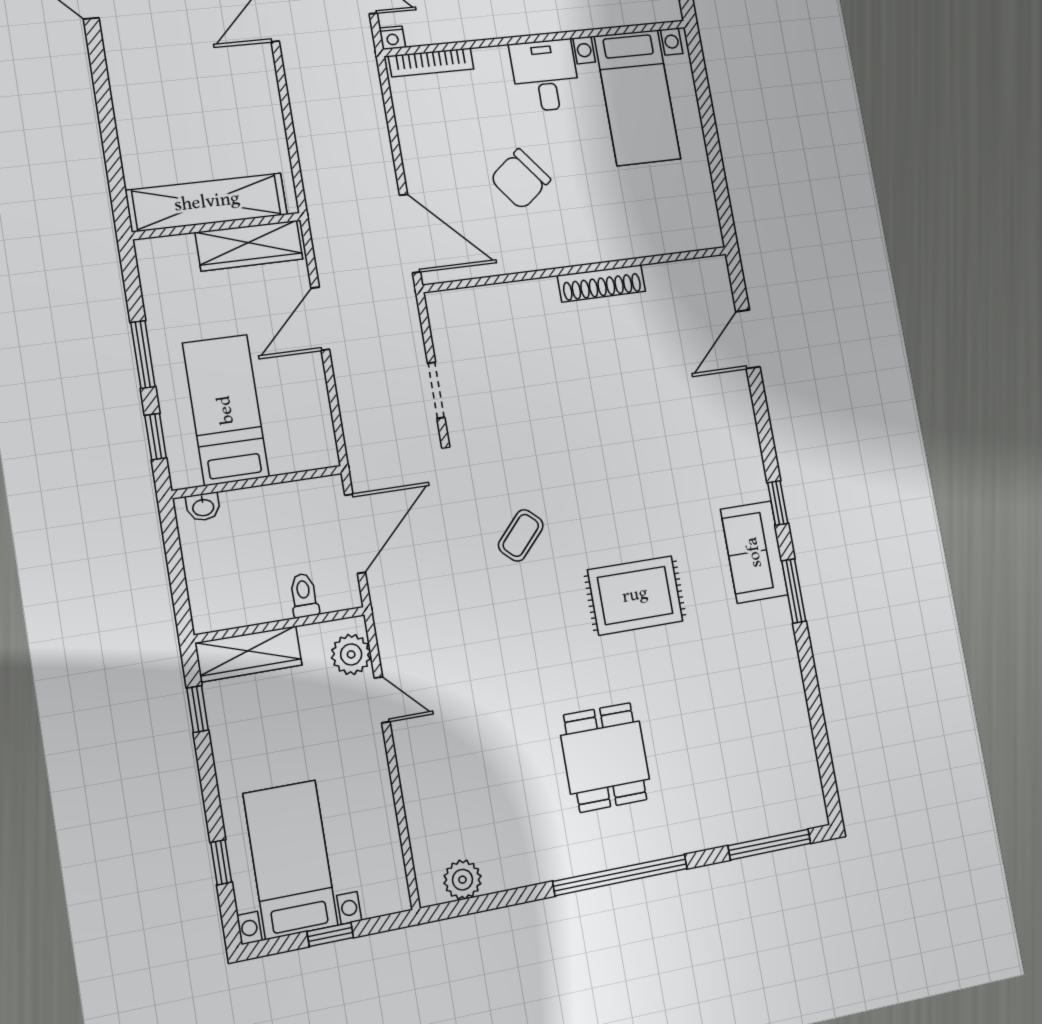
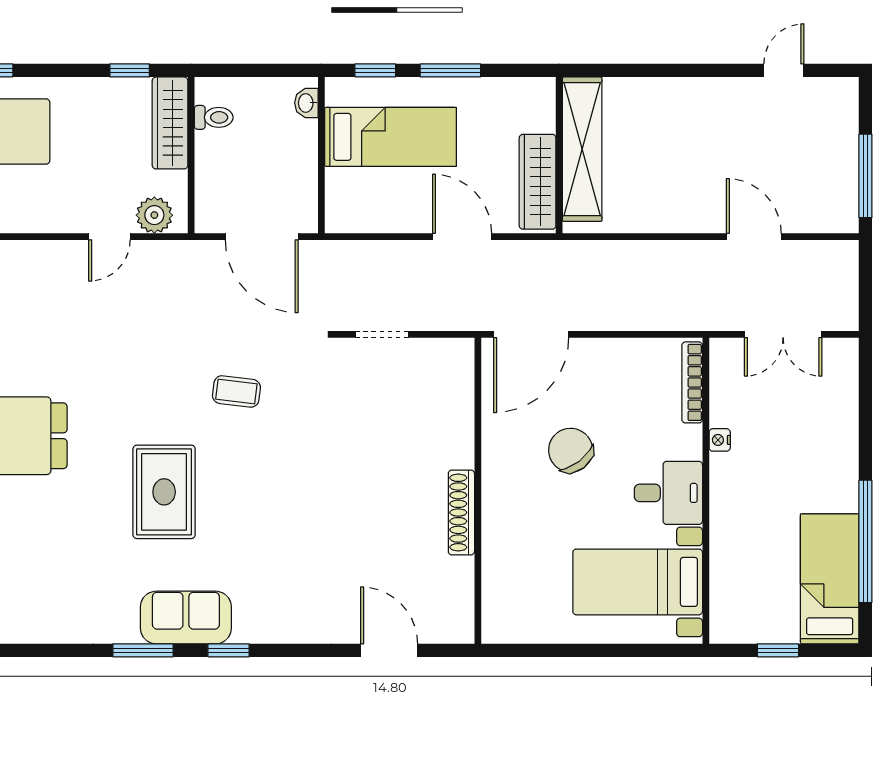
nightstand: (392, 38) -> (720, 440), moved
coffee table: (521, 535) -> (236, 391), turned -36
toilet: (304, 595) -> (214, 117), moved

